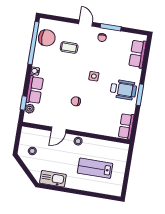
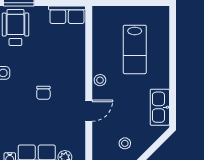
door: (59, 130) -> (89, 111), hinge flipped

